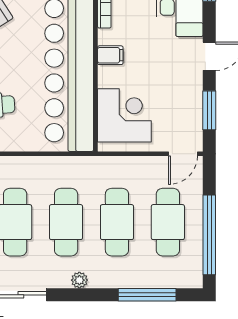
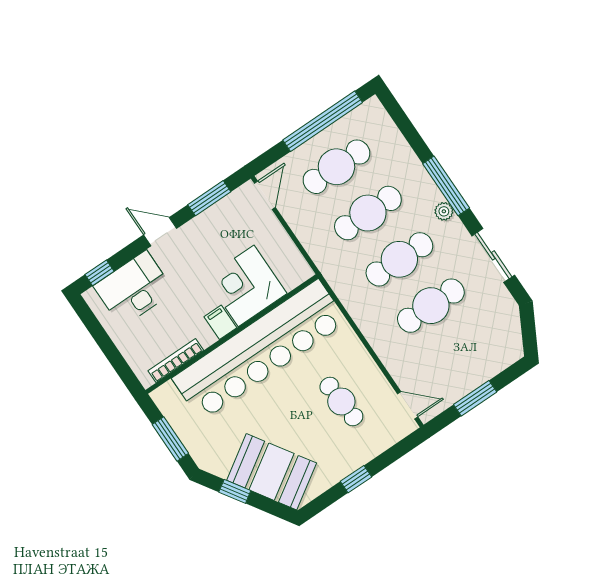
corner desk: (124, 115) -> (246, 286), moved
door: (183, 154) -> (265, 195), hinge flipped
window: (147, 295) -> (446, 186), moved

